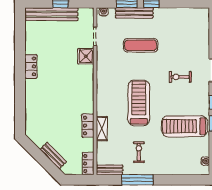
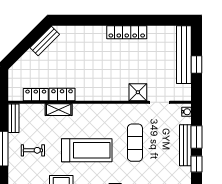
exercise mat: (141, 45) -> (135, 143), moved
locker: (31, 66) -> (127, 32), width x1.53
bench: (53, 156) -> (45, 41), moved
locker: (88, 164) -> (36, 95), moved

